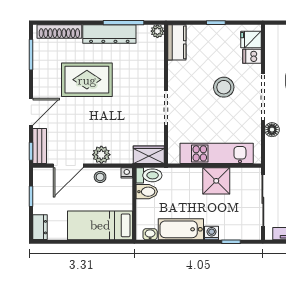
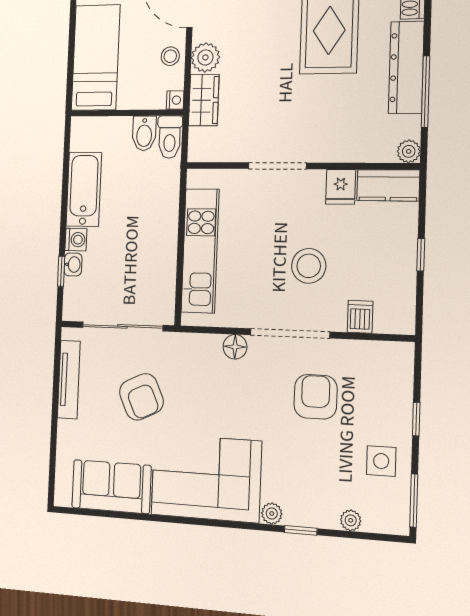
fridge: (251, 39) -> (341, 187), moved, turned 180
wardrobe: (149, 155) -> (204, 100), moved
shower: (216, 181) -> (156, 249), removed
washbasin: (150, 234) -> (73, 264), moved

